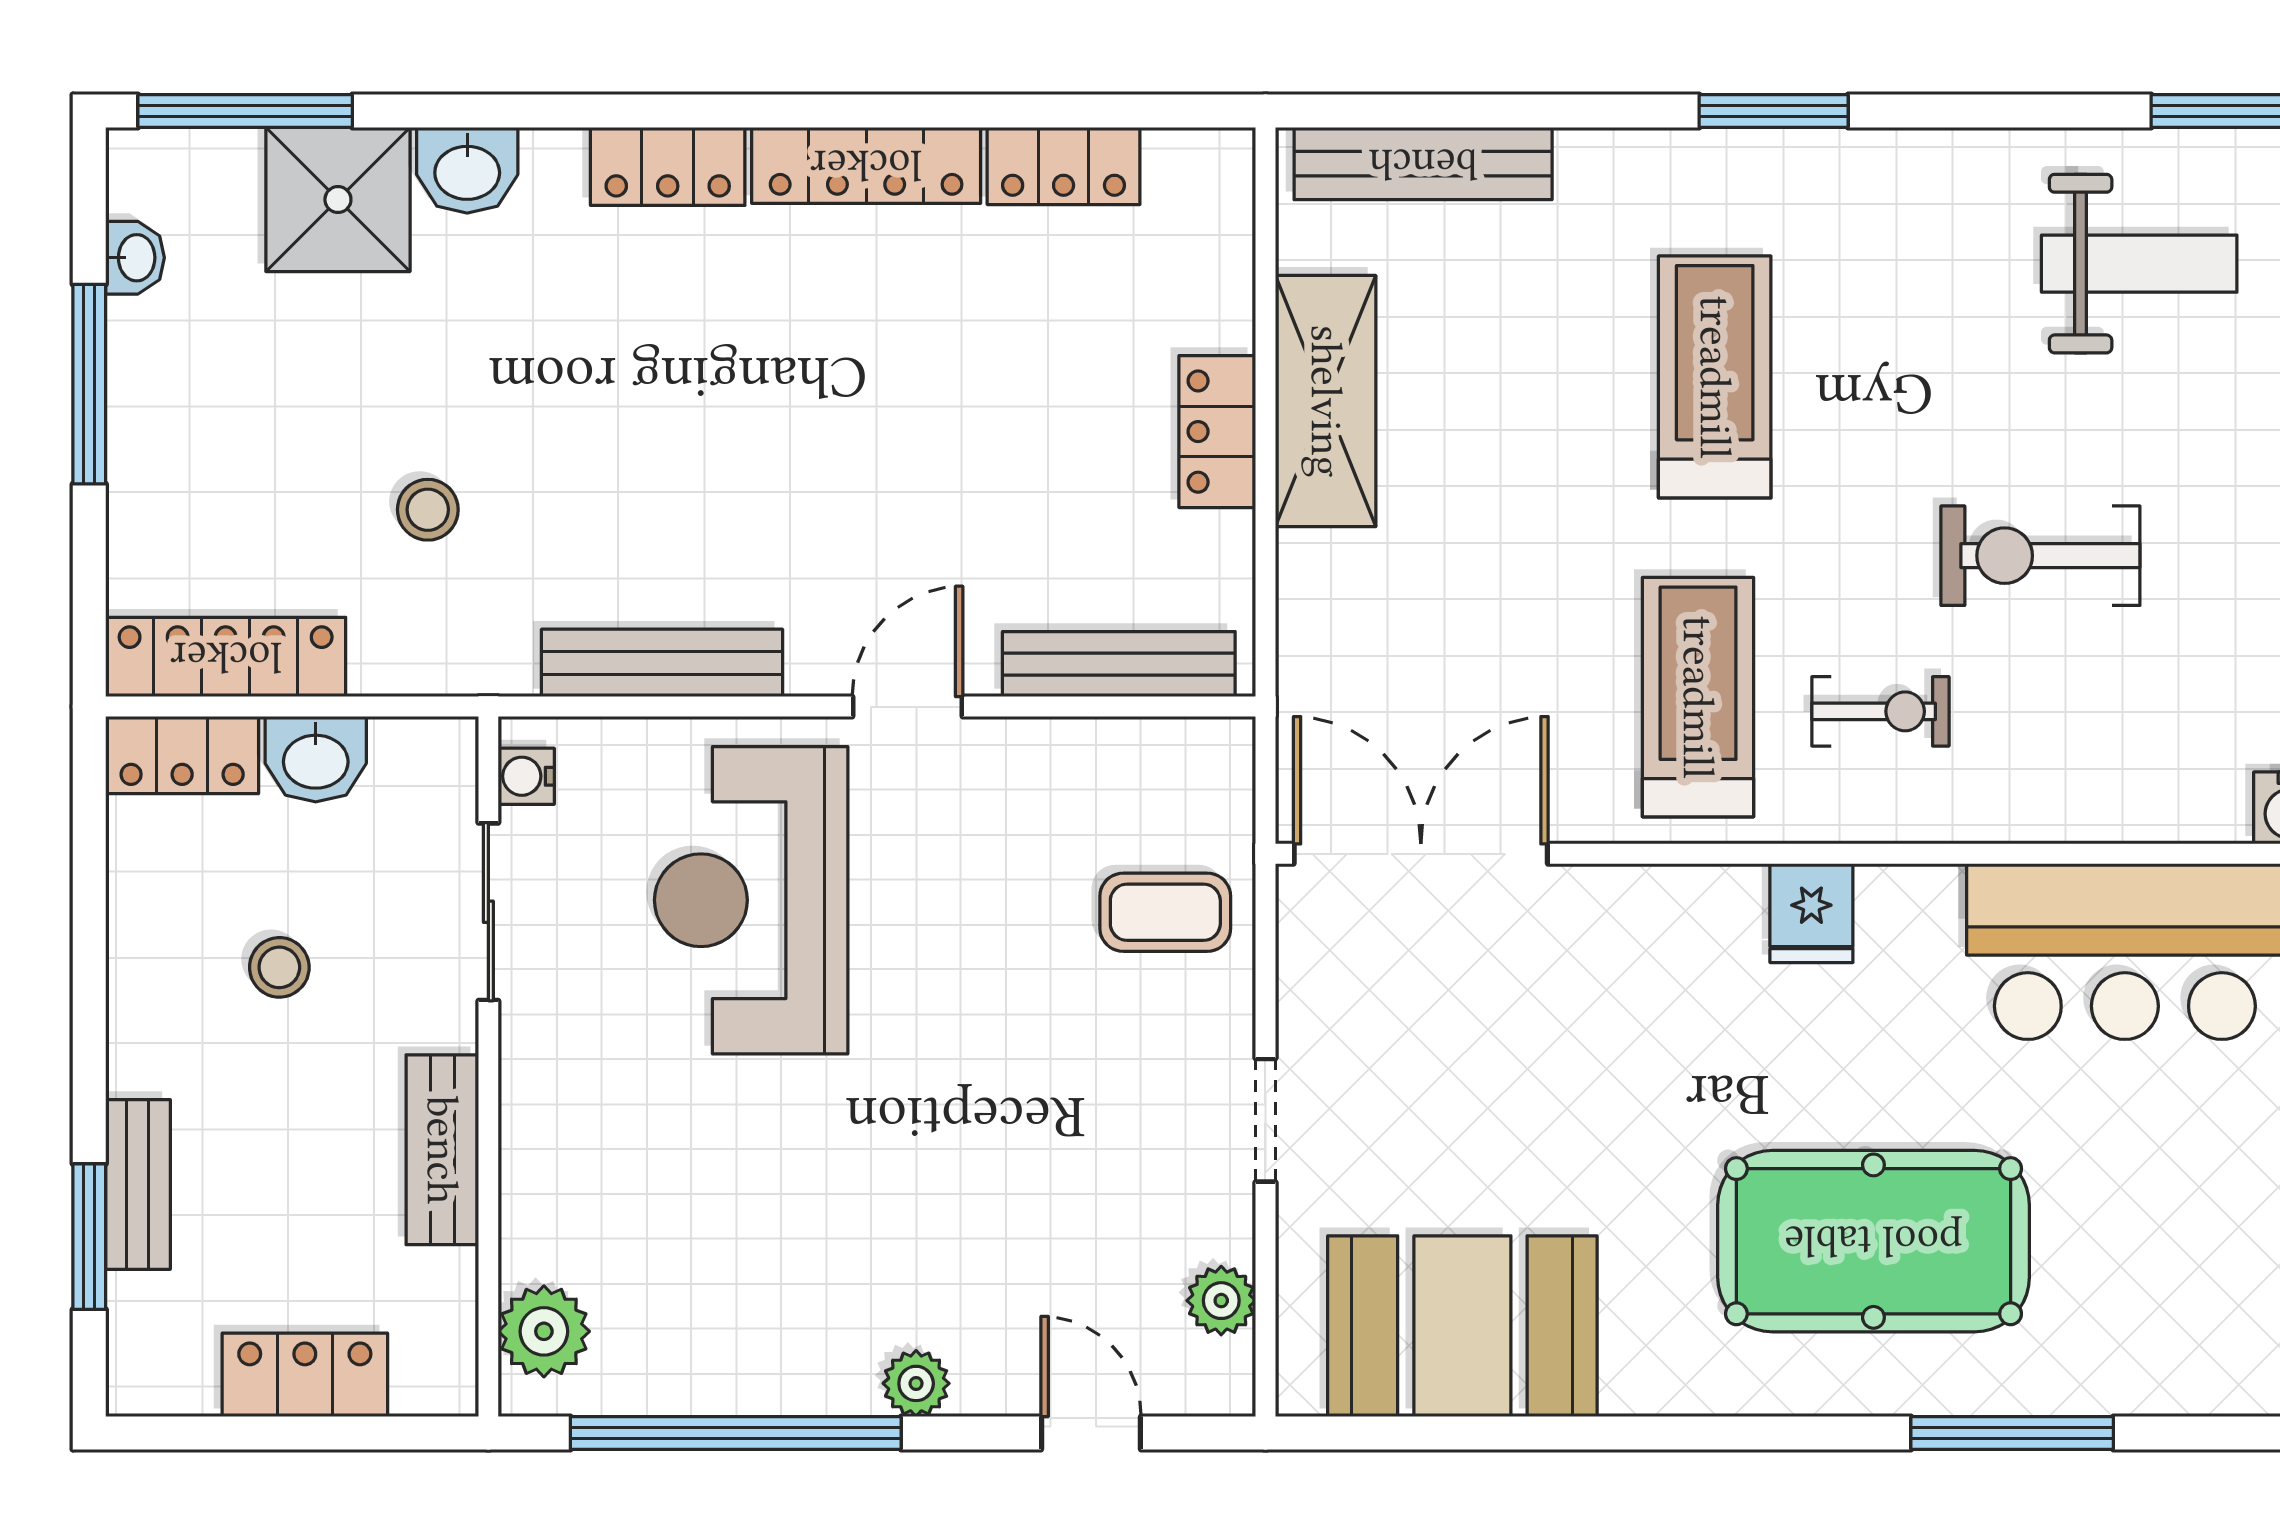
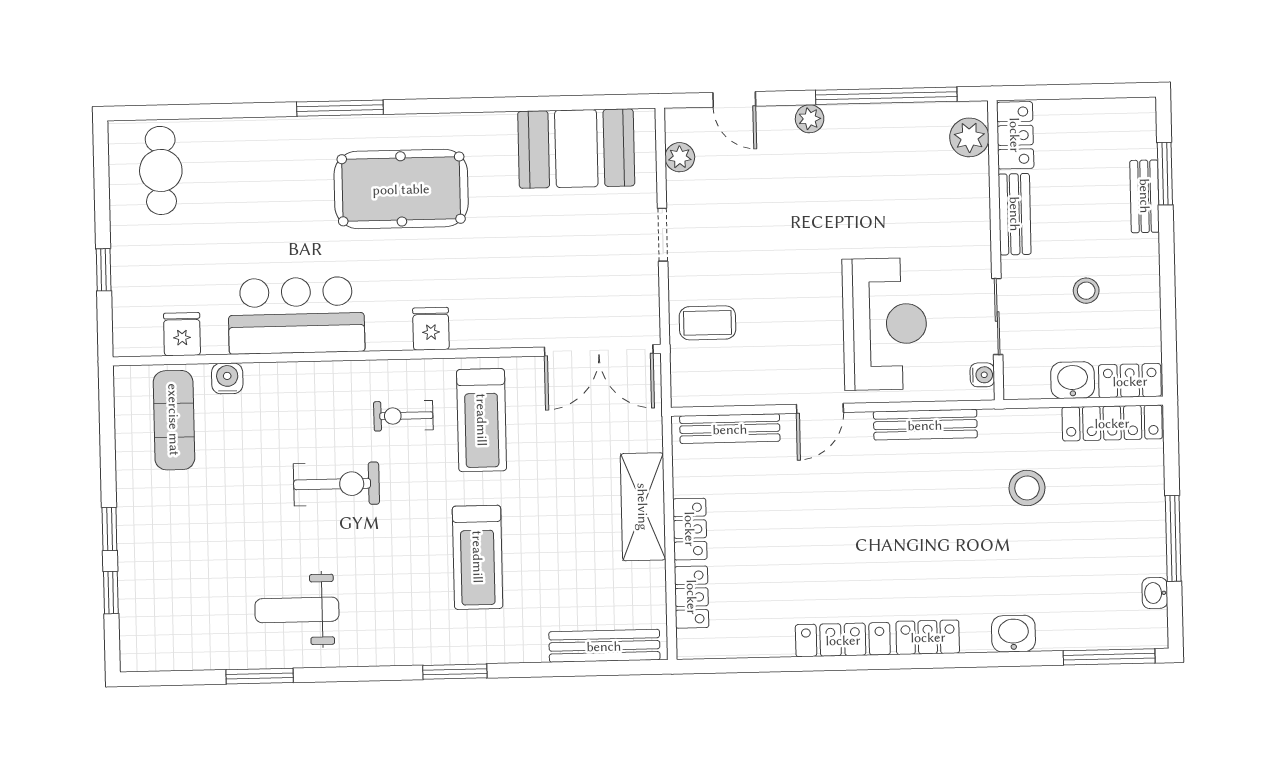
locker: (1064, 166) -> (692, 597), moved, turned 90
shower: (338, 200) -> (1069, 620), removed
shelving: (1326, 401) -> (643, 507), moved
stool: (428, 510) -> (1027, 488), width x1.37, depth x1.37
locker: (305, 1375) -> (1015, 135), moved, turned -90

